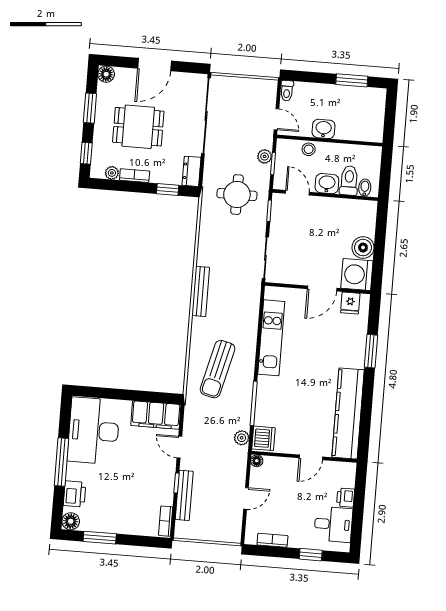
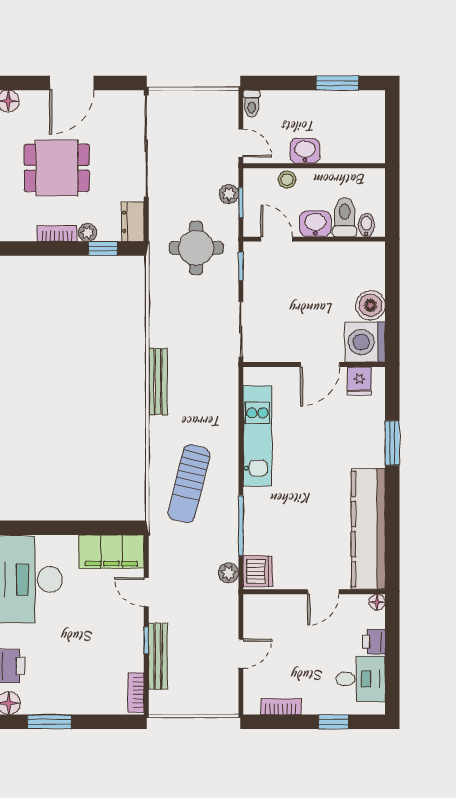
plant: (112, 173) -> (88, 232), moved
floor lamp: (257, 461) -> (377, 602), moved

